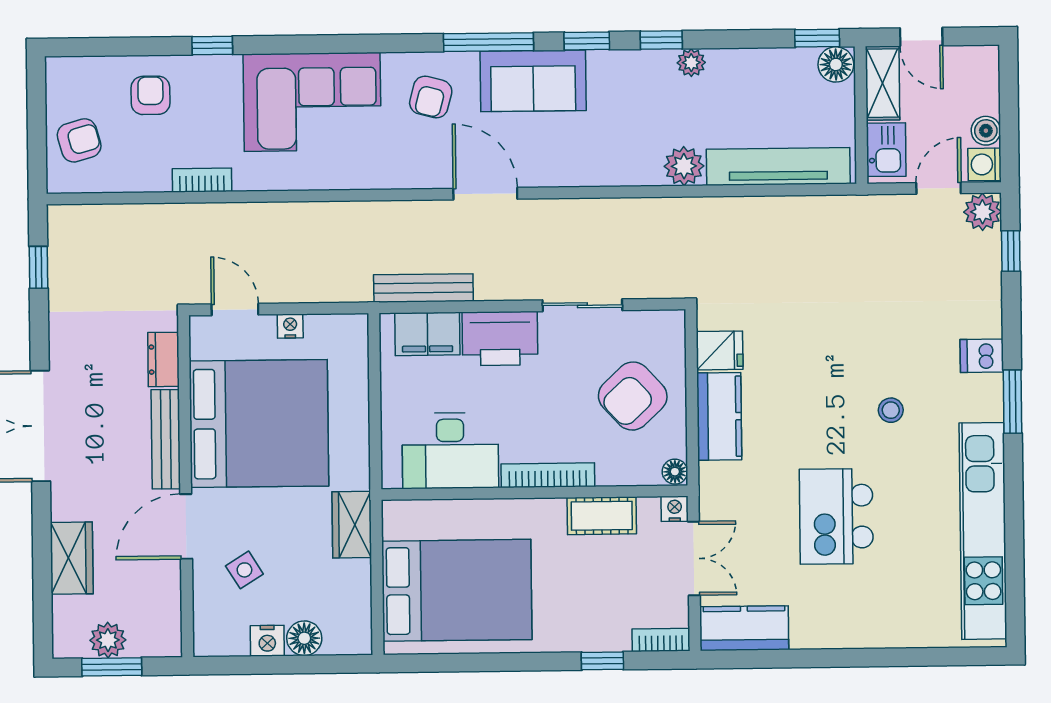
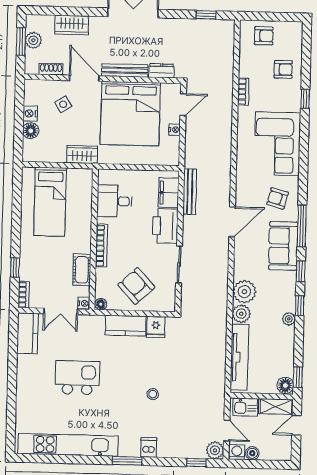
armchair: (79, 140) -> (264, 36), turned -74
plant: (636, 161) -> (244, 292), added
stool: (891, 410) -> (153, 394), moved
desk: (450, 451) -> (114, 201), width x0.73
bed: (457, 590) -> (50, 202), width x0.67
shoe rack: (169, 600) -> (51, 69), added

